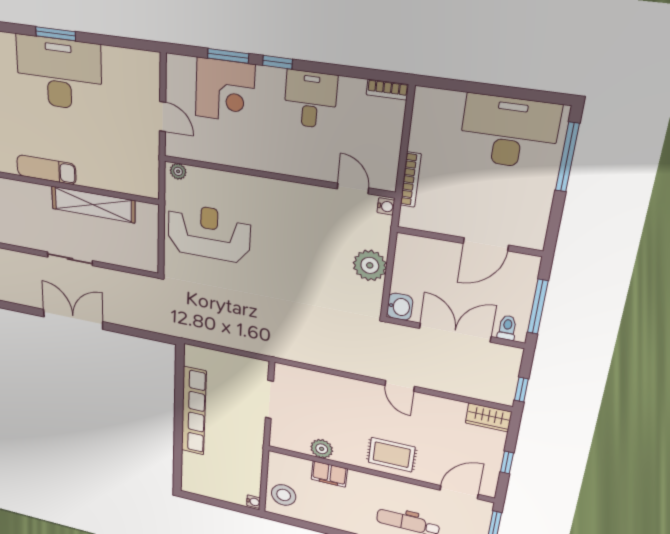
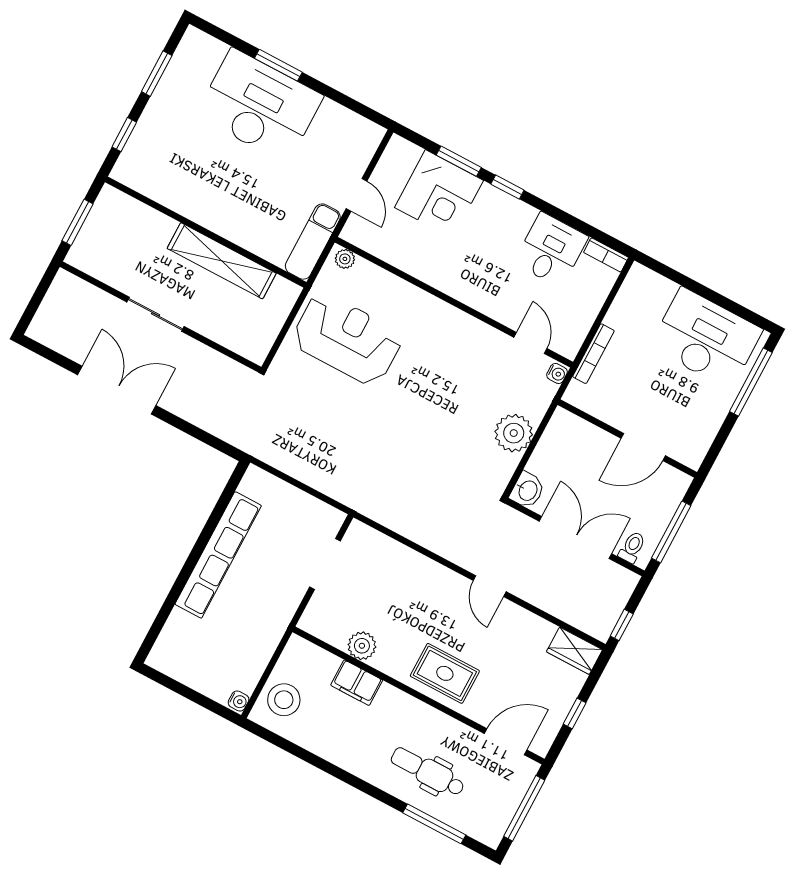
desk: (310, 99) -> (551, 250), moved
exam couch: (46, 170) -> (313, 242), moved, turned -90

